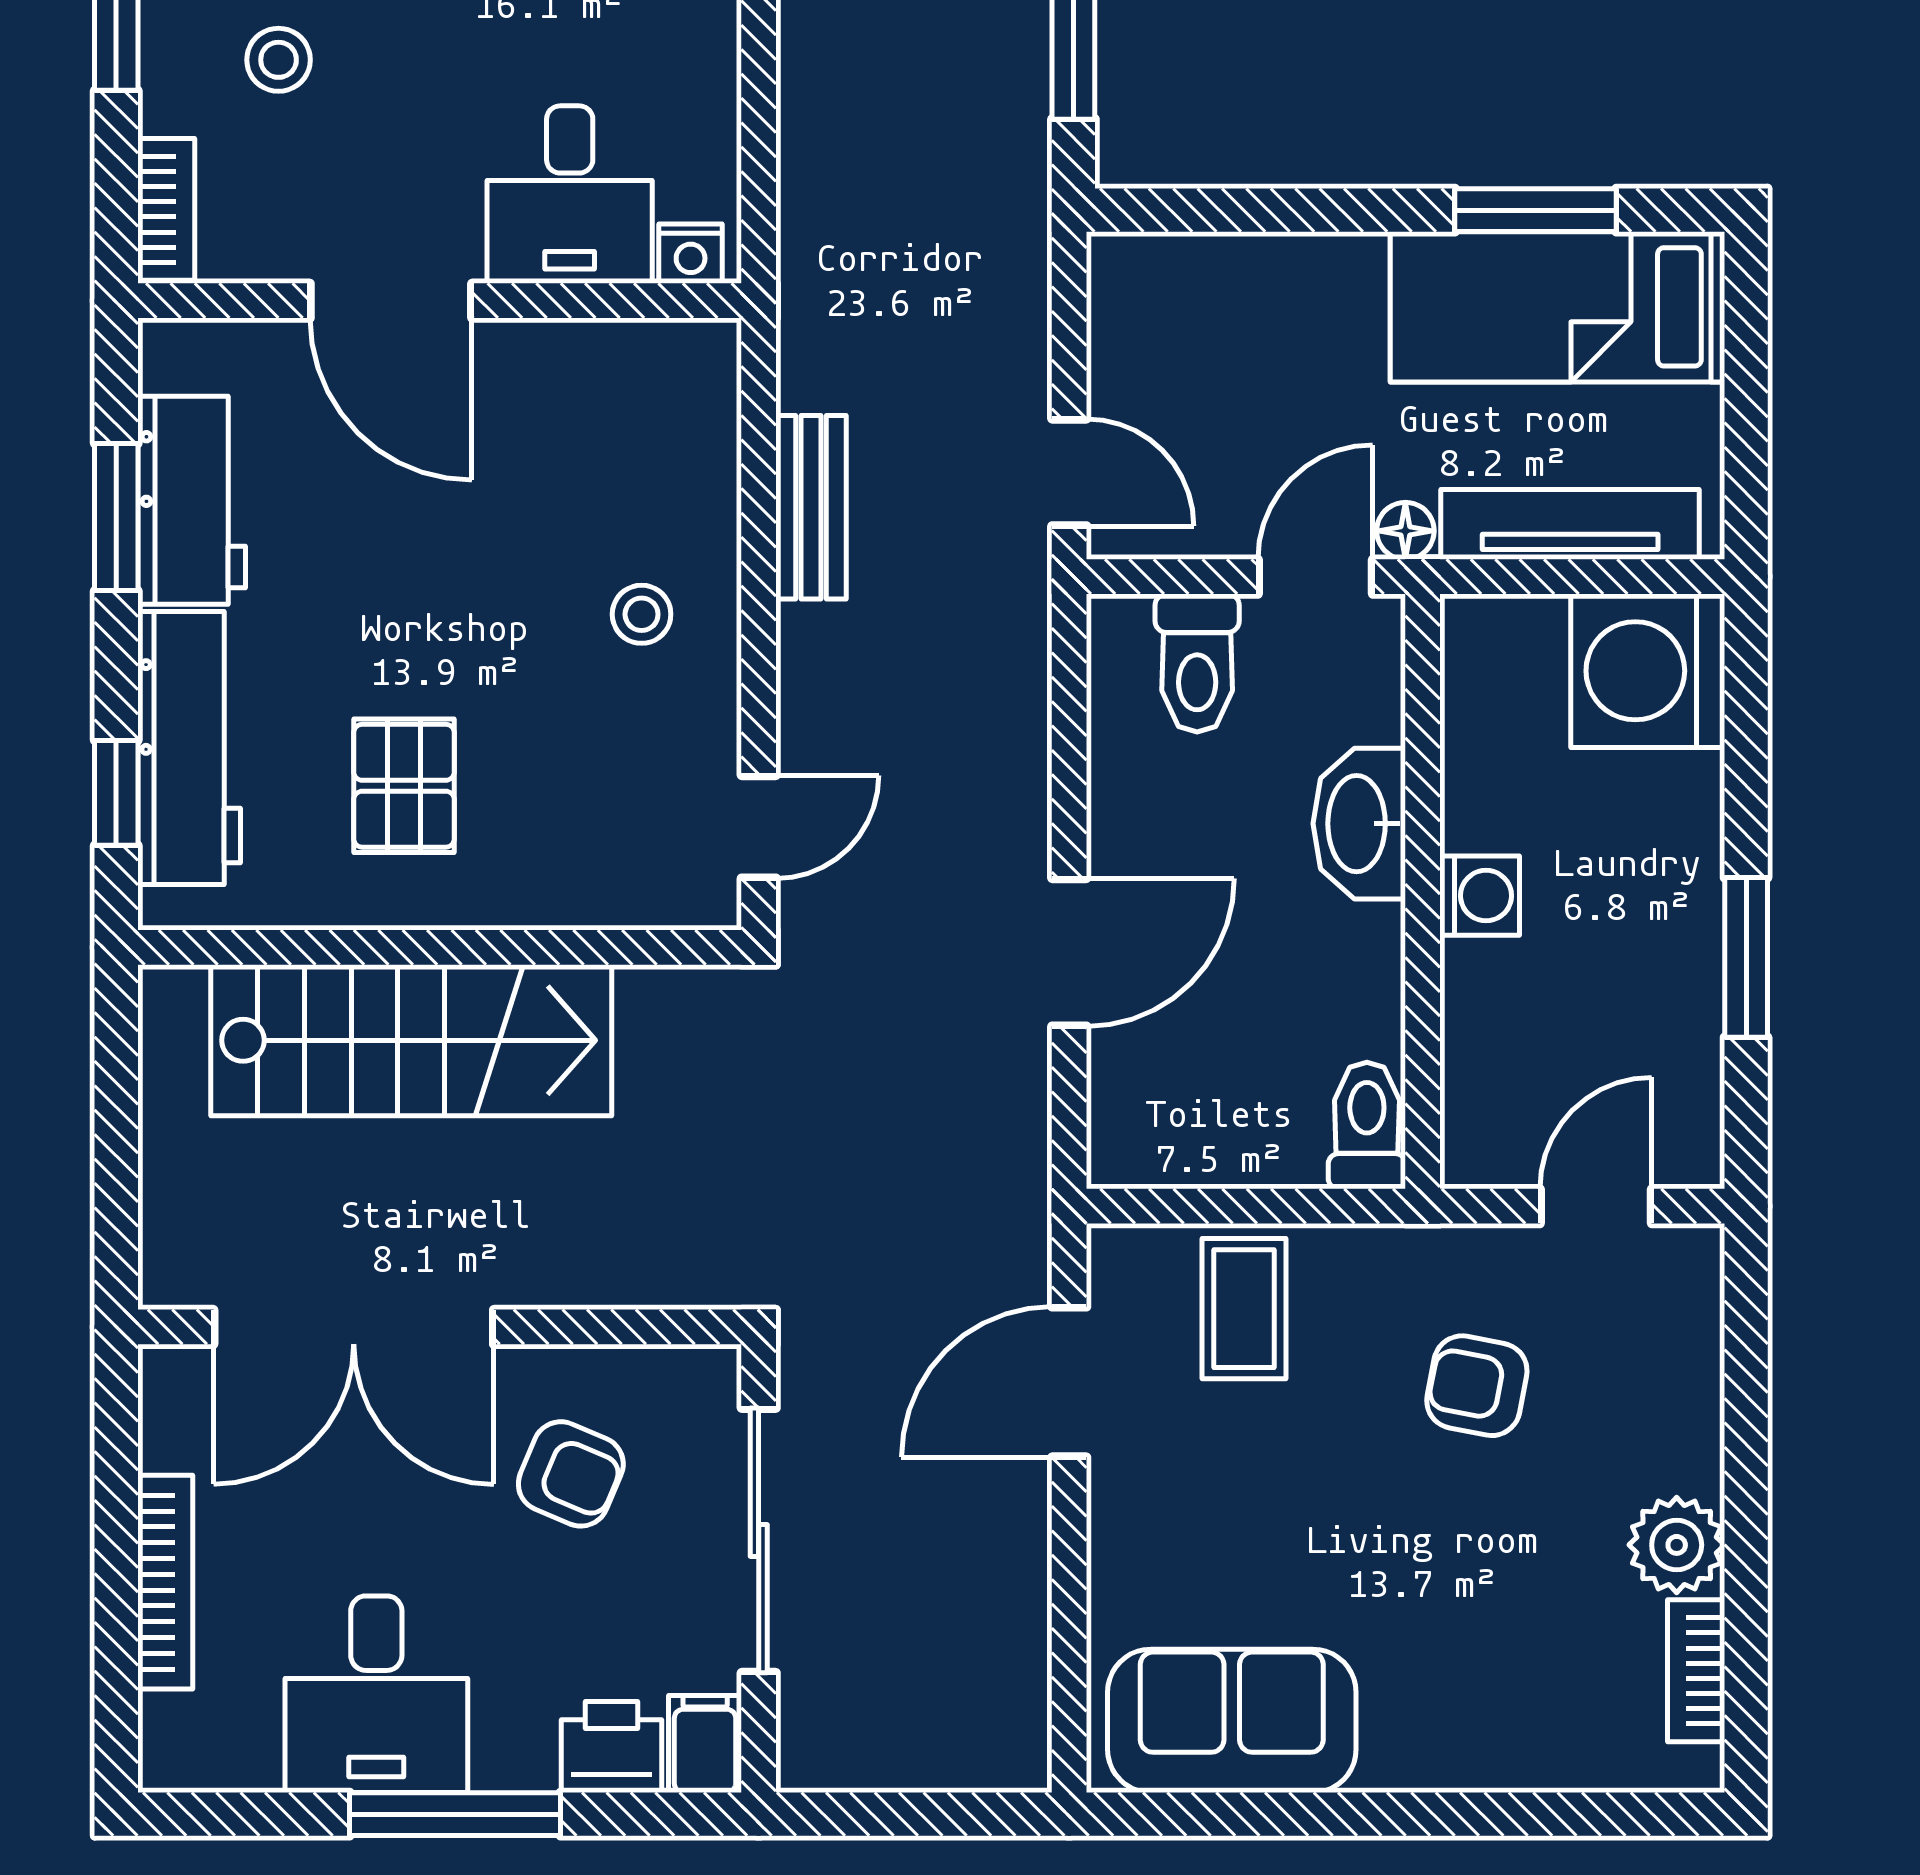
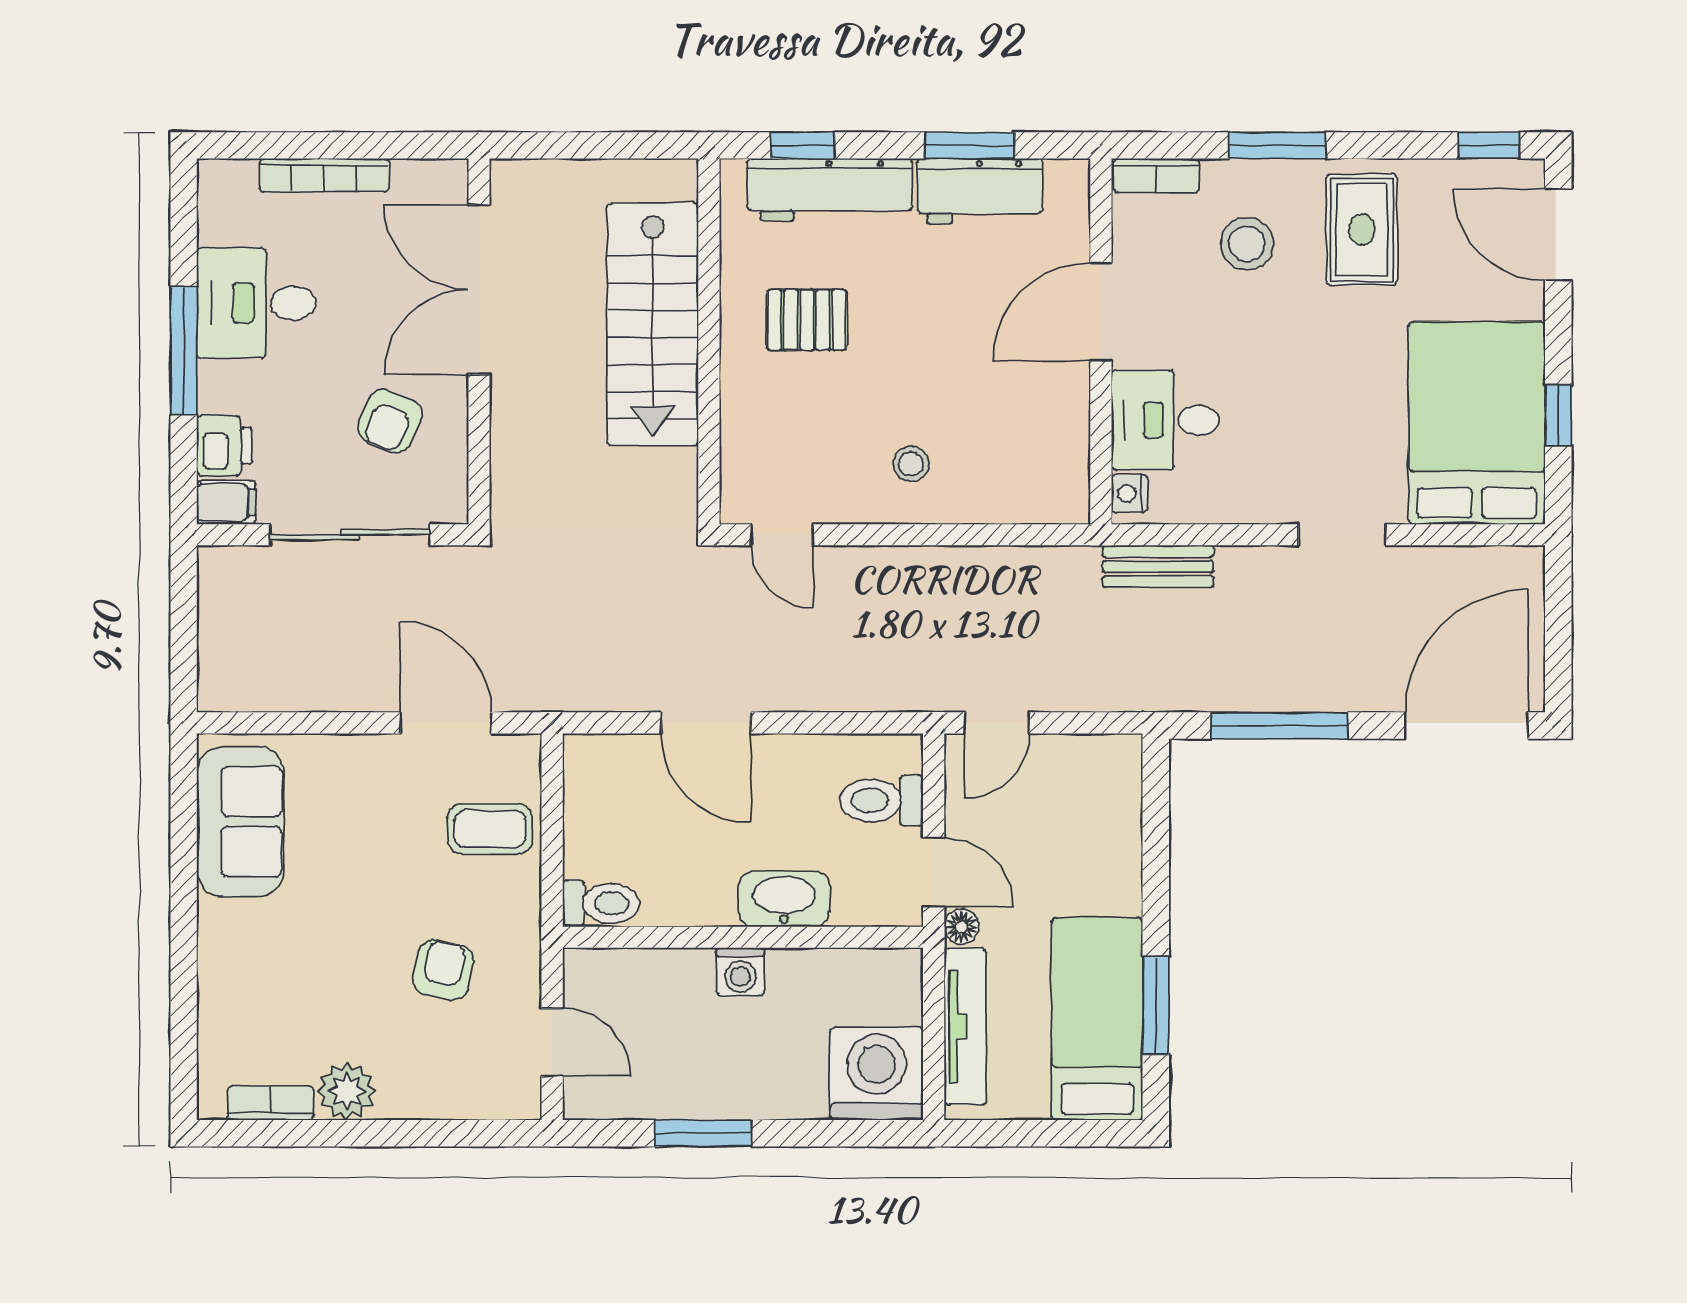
stool: (279, 60) -> (1247, 244), width x1.37, depth x1.37
bench: (811, 507) -> (1158, 566), moved

